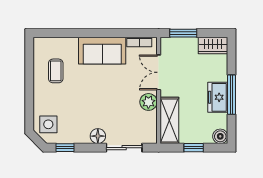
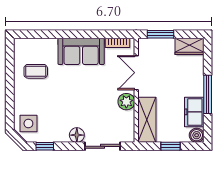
coffee table: (56, 71) -> (36, 71), turned 90
freezer: (218, 97) -> (194, 112), moved

